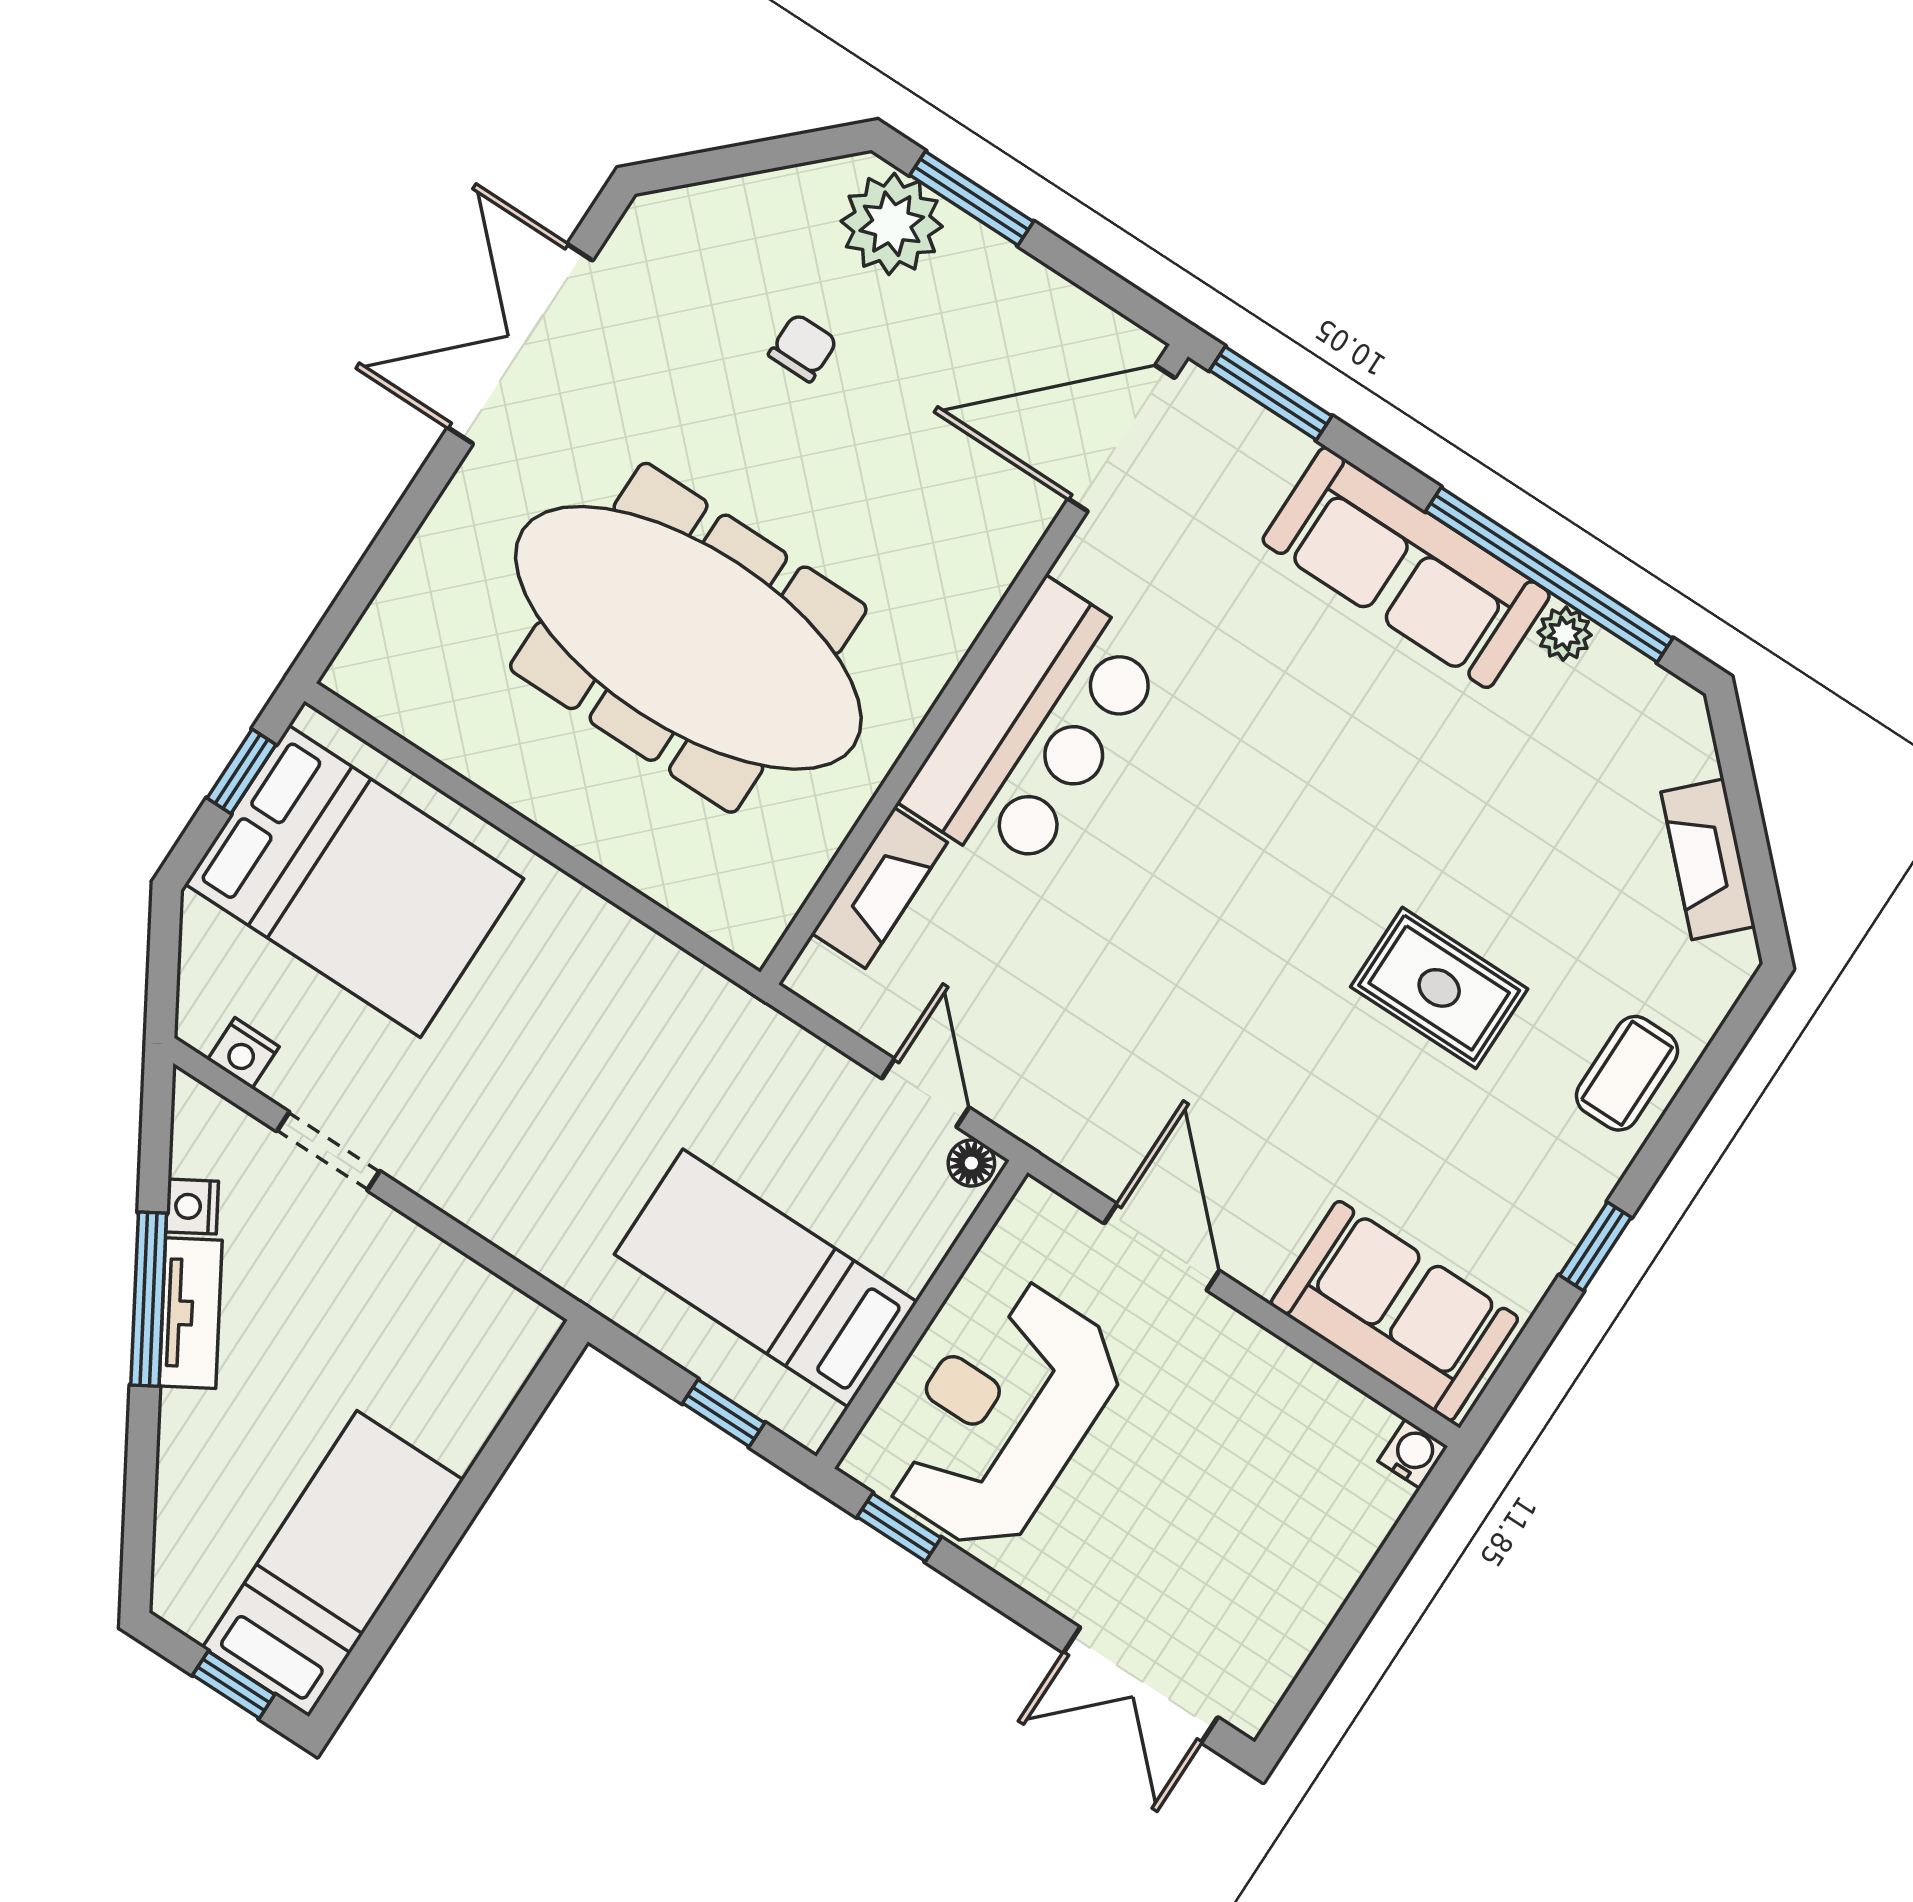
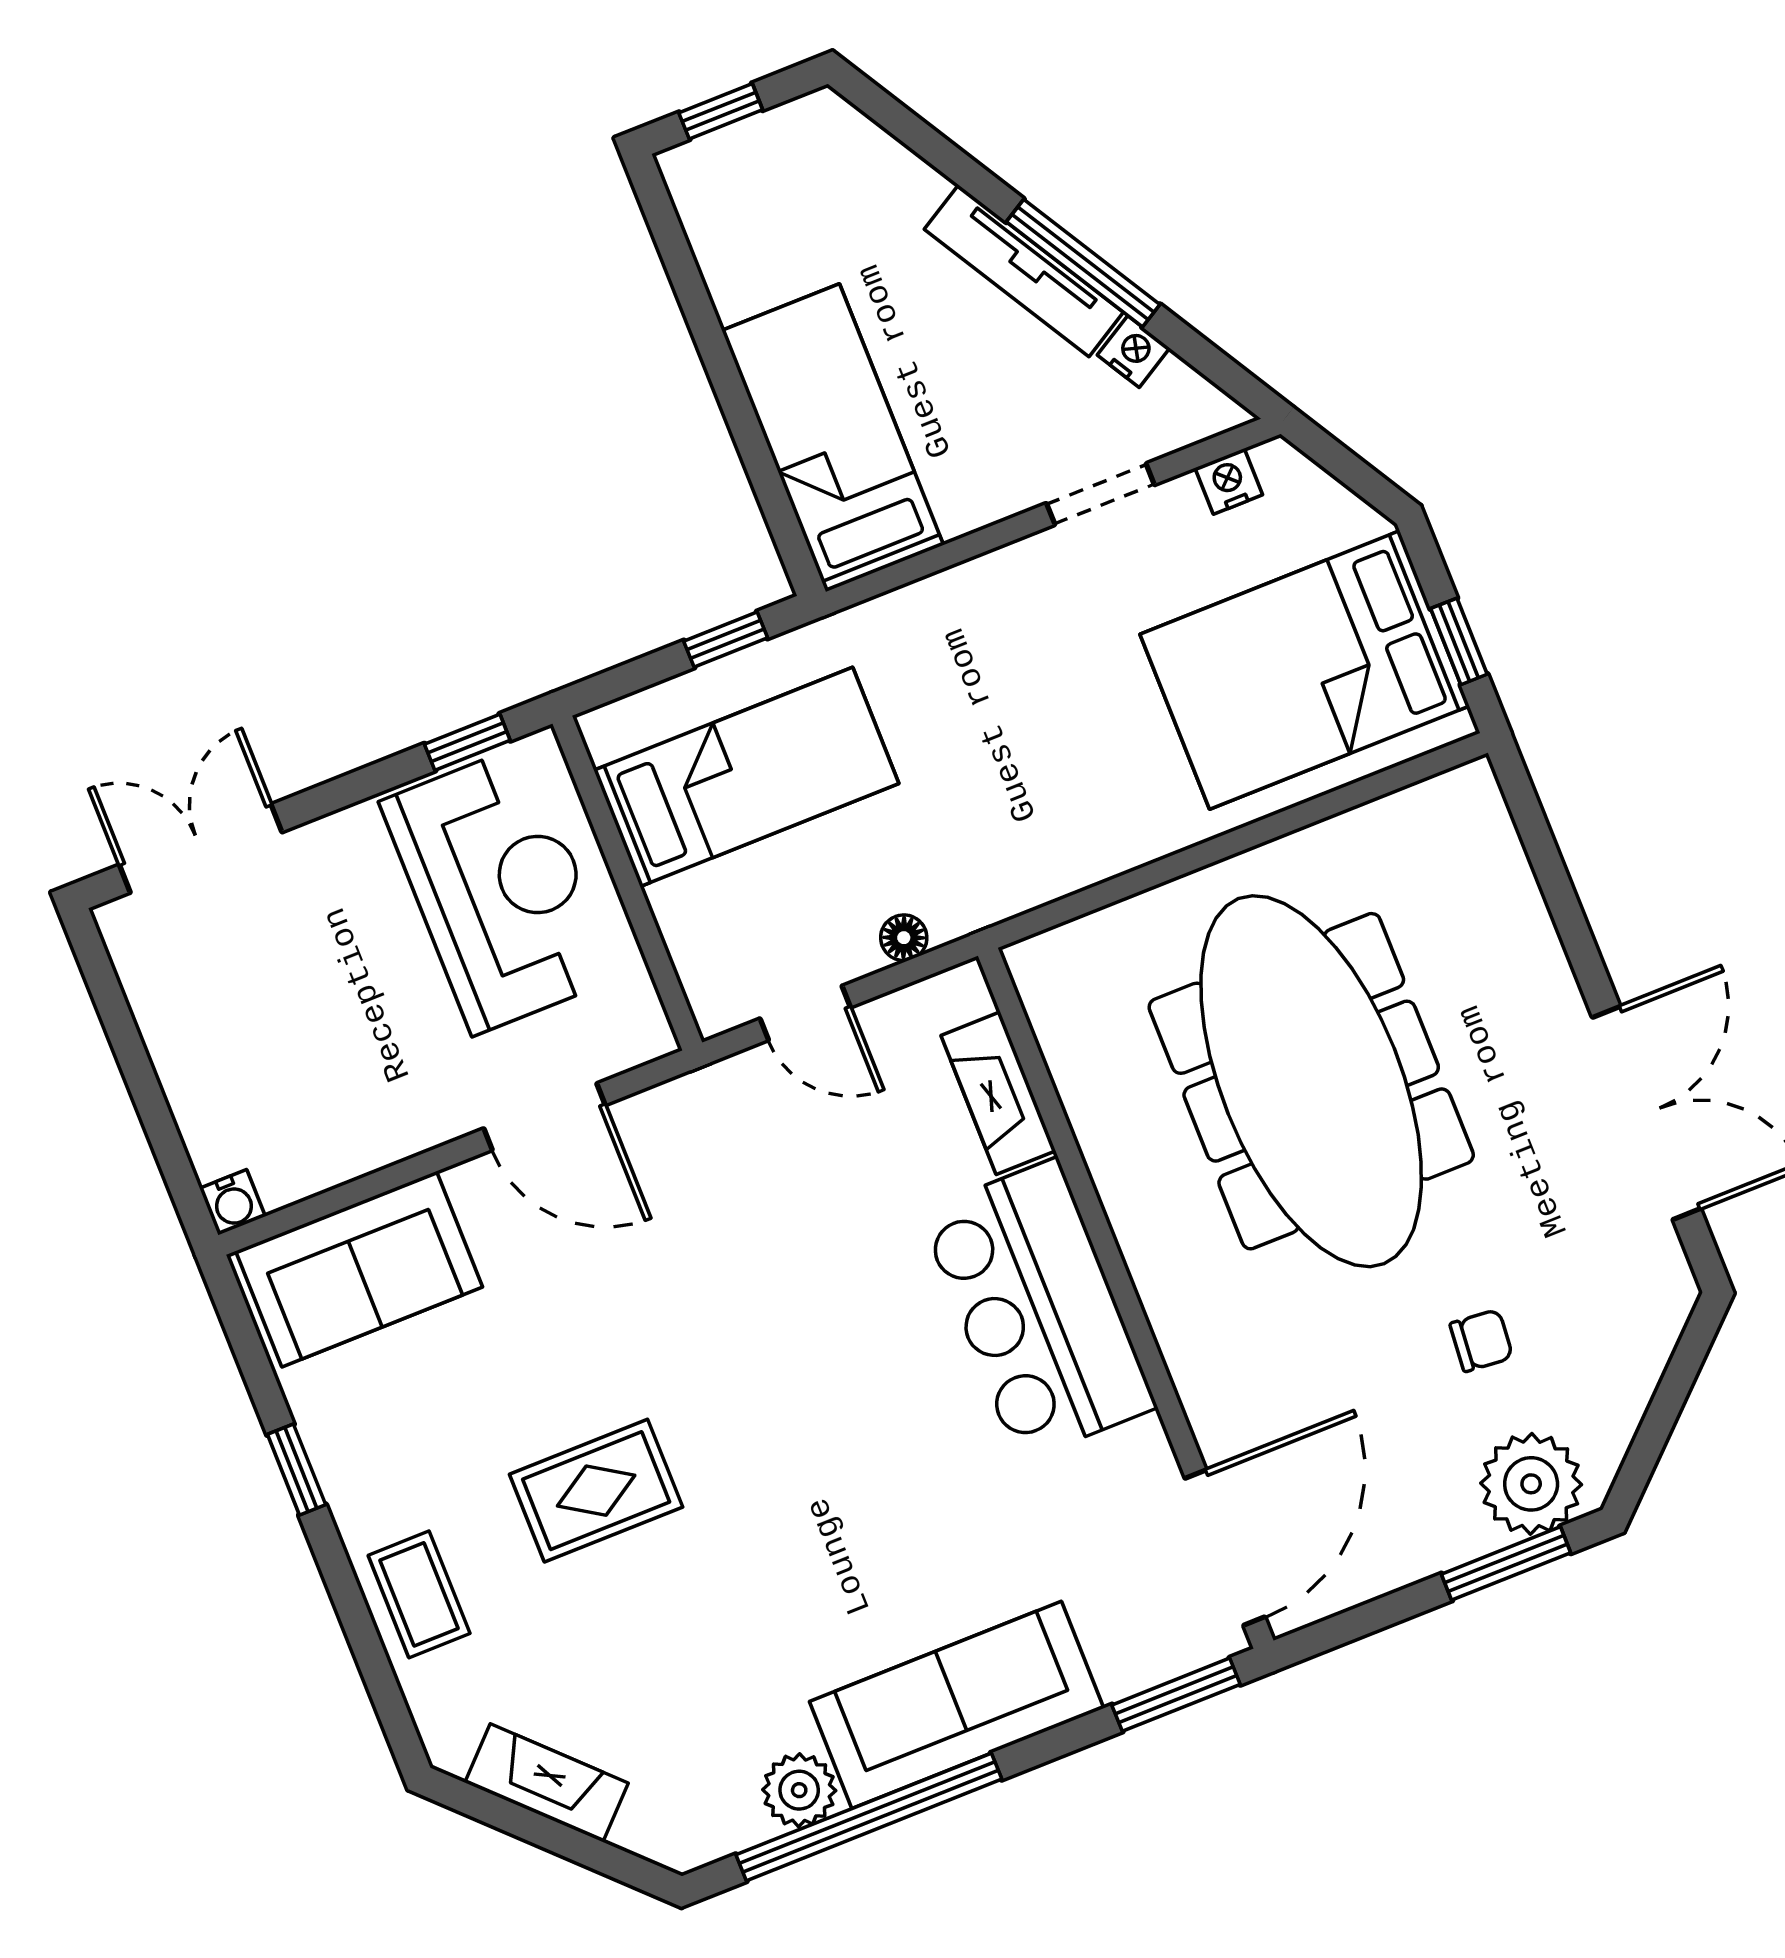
chair: (803, 348) -> (1481, 1341), turned -85
plant: (1565, 634) -> (799, 1790), width x1.38, depth x1.38
meeting table: (688, 638) -> (1311, 1081), turned 90
floor lamp: (971, 1163) -> (904, 938), moved
tv unit: (191, 1313) -> (1024, 271), width x1.41
window: (724, 1413) -> (726, 639), moved
bed: (333, 1564) -> (833, 438), moved, turned 180

